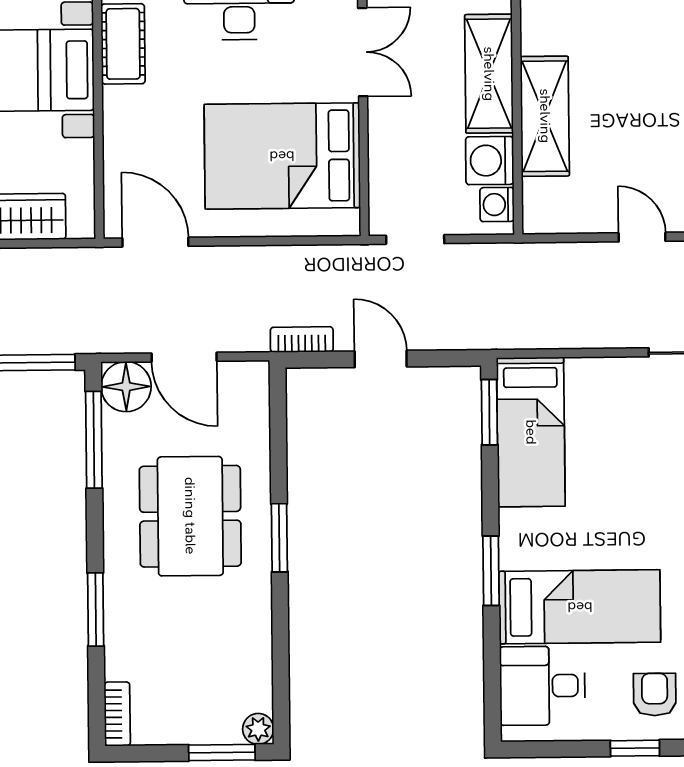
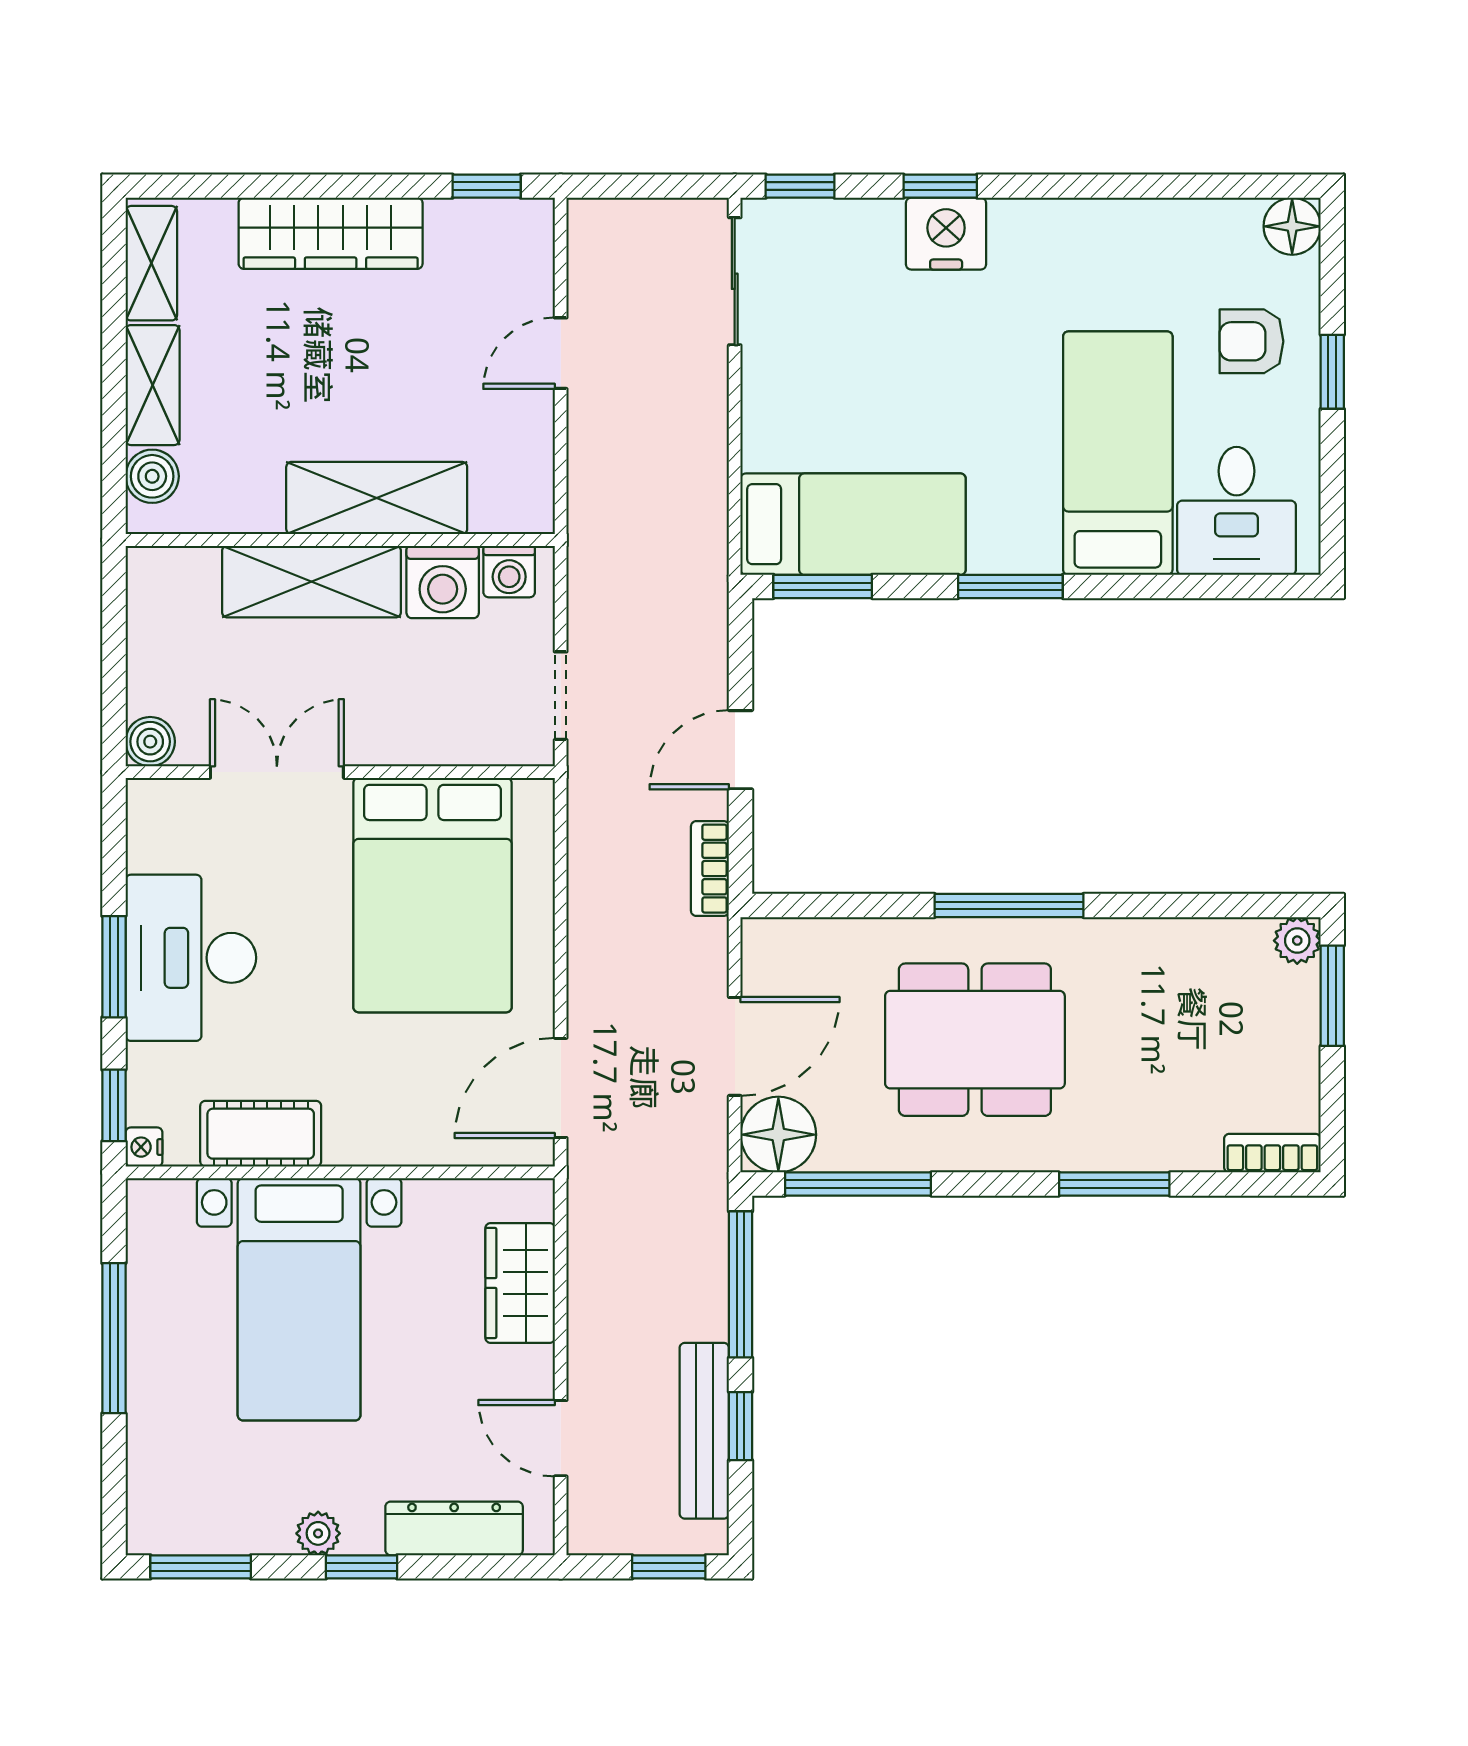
window: (279, 538) -> (1009, 906), width x1.44
window: (491, 571) -> (1010, 586), moved

